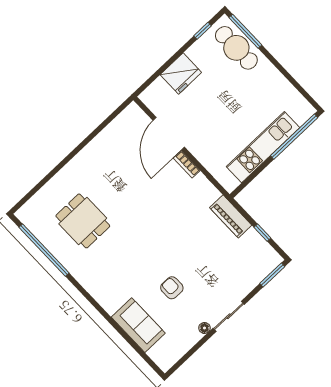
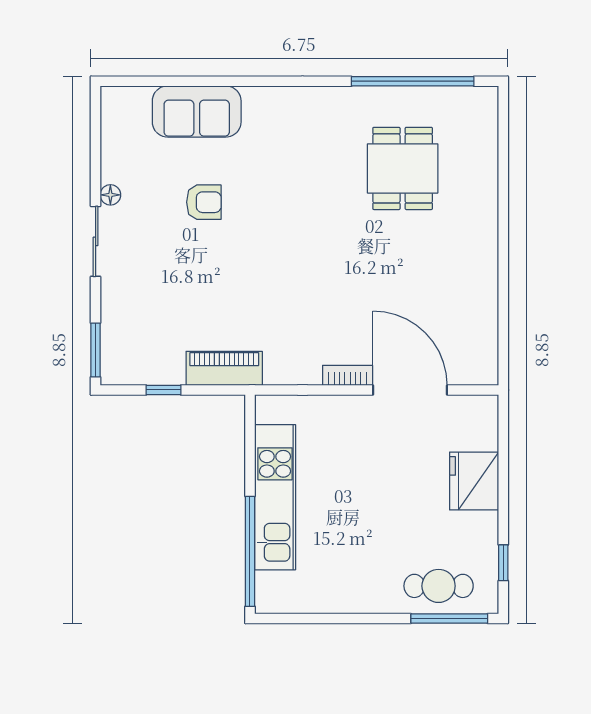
cafe table: (236, 48) -> (439, 586), width x0.73, depth x0.74
dining table: (83, 221) -> (403, 168), turned 90

